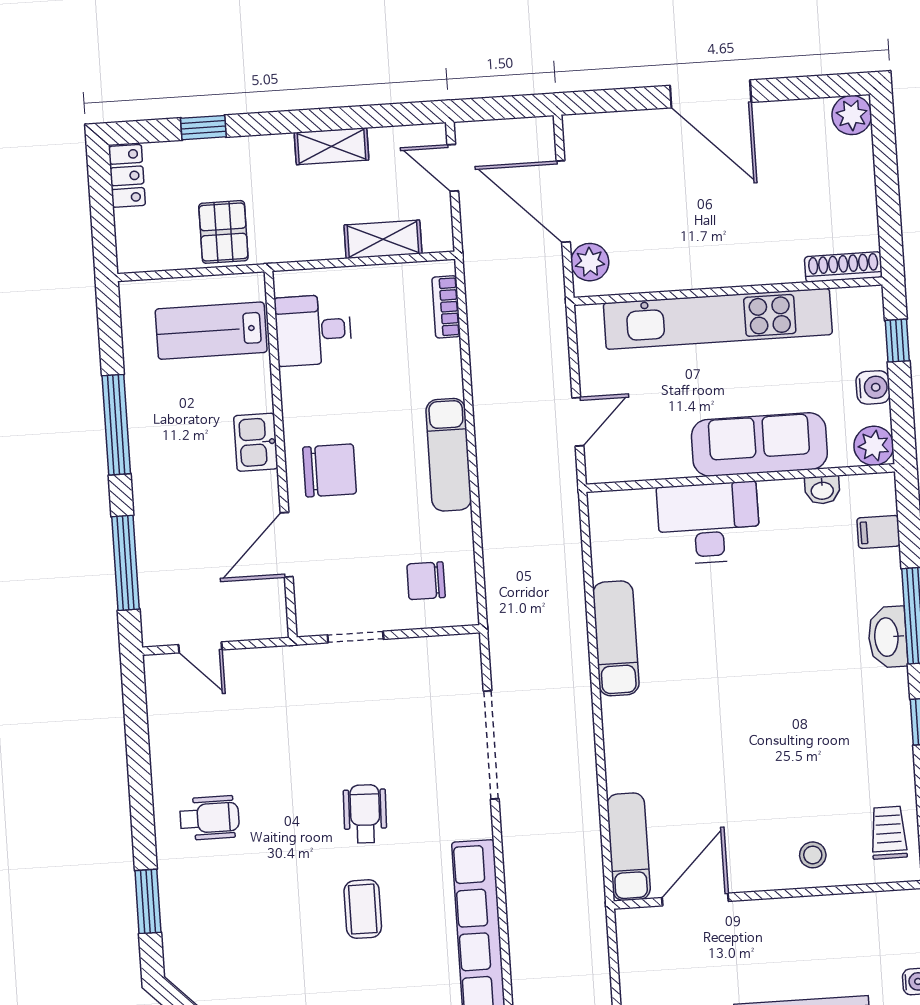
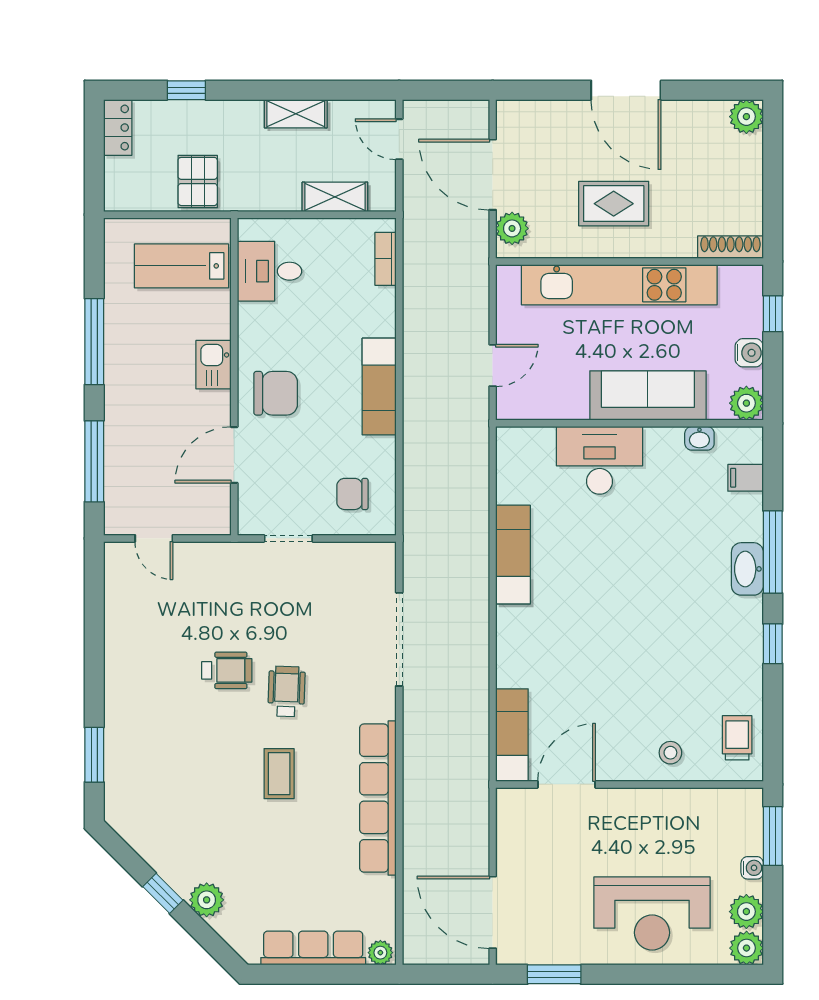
rug: (705, 226) -> (614, 204), added
wheelchair: (209, 818) -> (227, 670), moved

